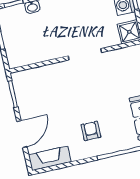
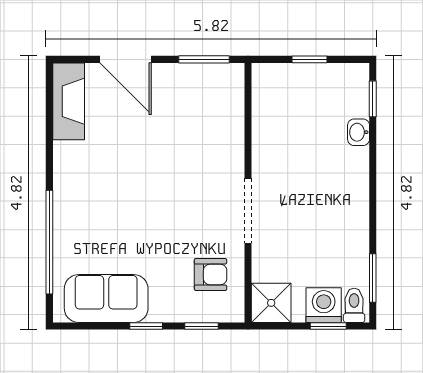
armchair: (91, 131) -> (211, 275), moved

